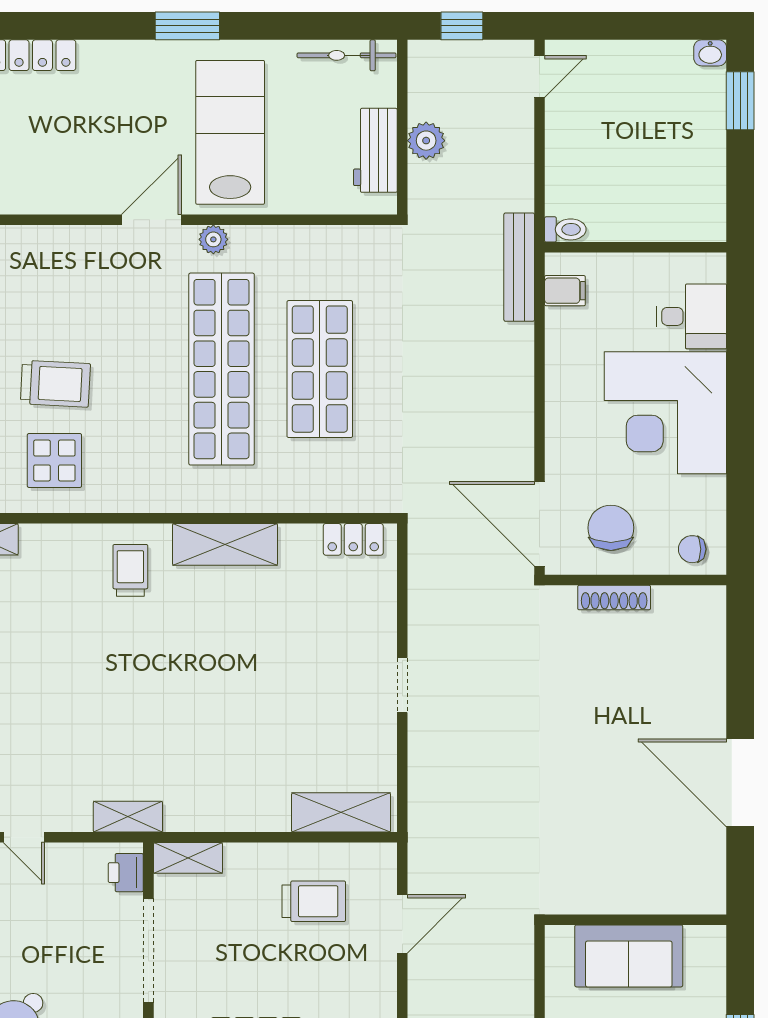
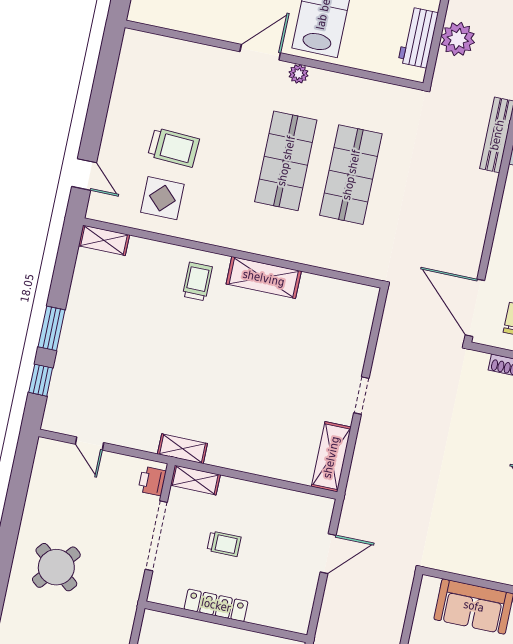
plant: (426, 141) -> (458, 39), width x1.36, depth x1.36
shop shelf: (222, 369) -> (286, 161), width x0.71
locker: (353, 539) -> (349, 292), removed
shelving: (341, 812) -> (331, 457), moved, turned 90
shelving: (128, 817) -> (182, 449), moved
trolley: (314, 901) -> (224, 544), moved, width x0.73, depth x0.72

